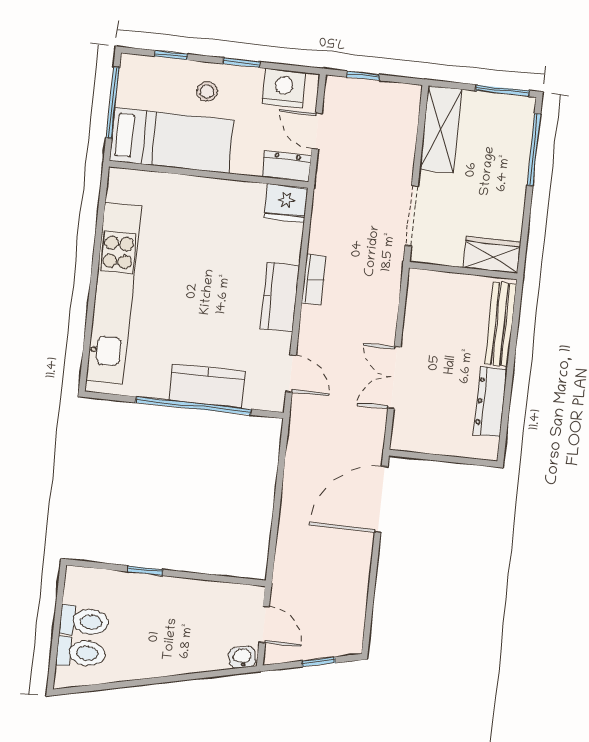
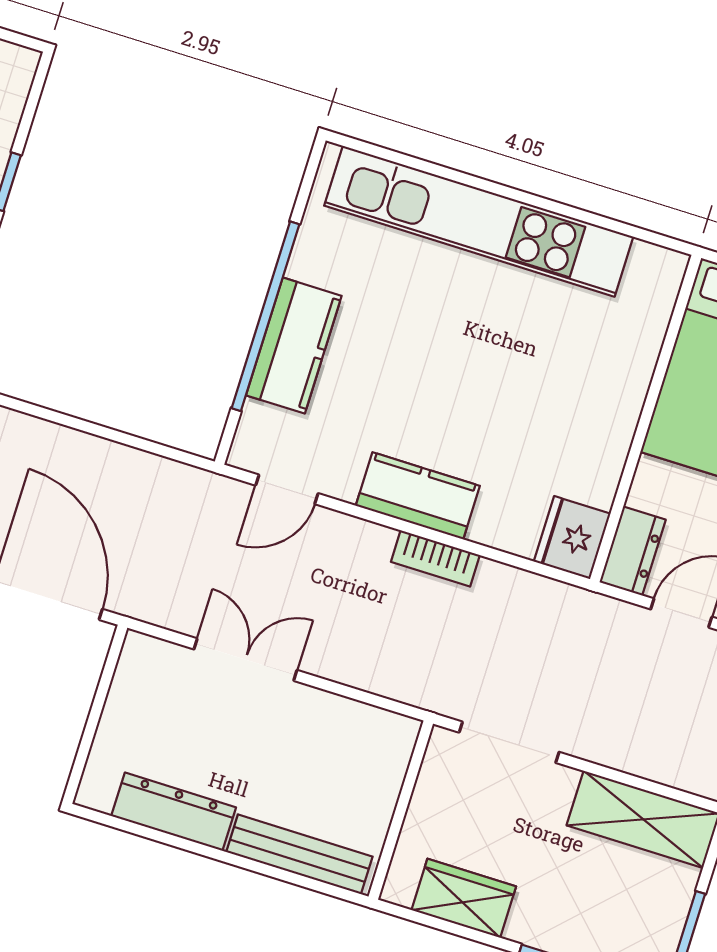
wardrobe: (492, 255) -> (464, 898), moved, turned -90

